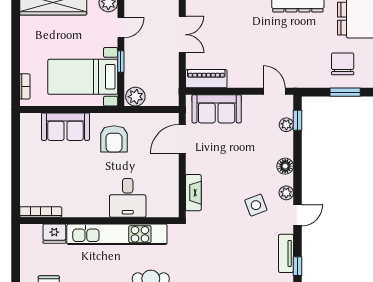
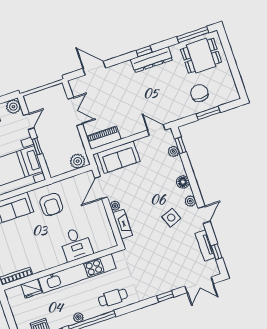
plant: (135, 97) -> (78, 161), moved
plant: (192, 167) -> (115, 206), added

